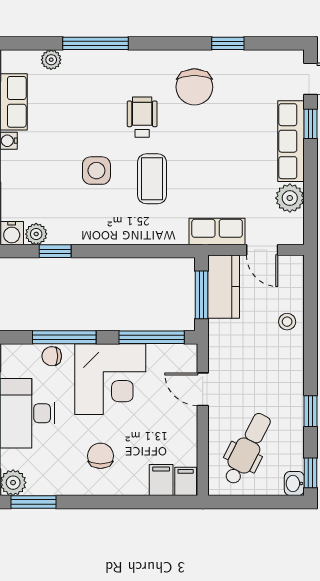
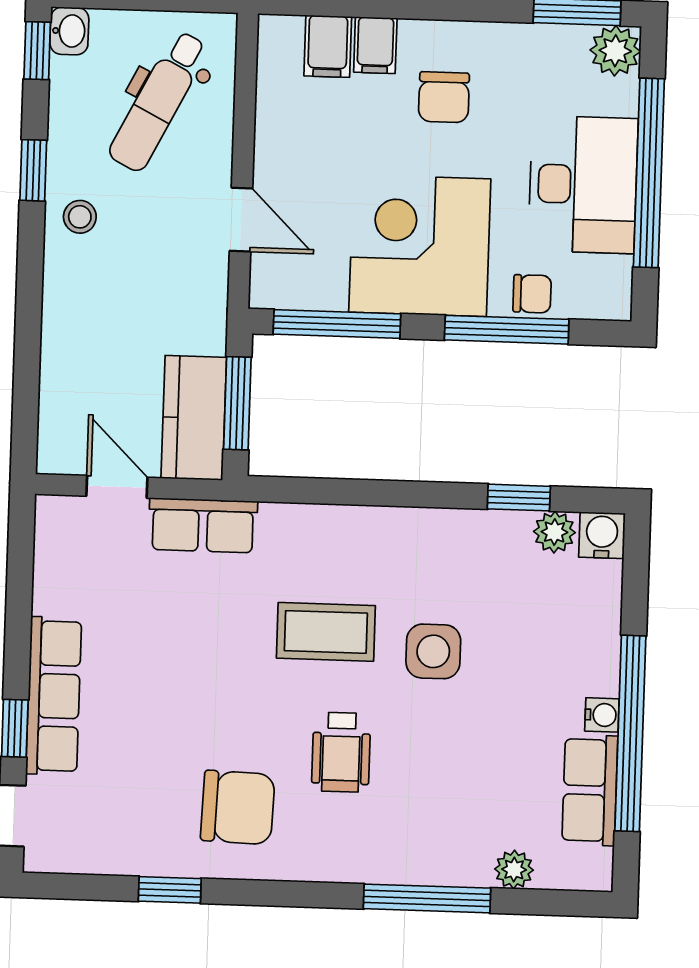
chair: (194, 87) -> (238, 807), turned 92
coffee table: (152, 179) -> (326, 632), turned 90
plant: (290, 198) -> (60, 586), removed
stool: (287, 322) -> (80, 217), moved
filing cabinet: (186, 481) -> (375, 45), moved

